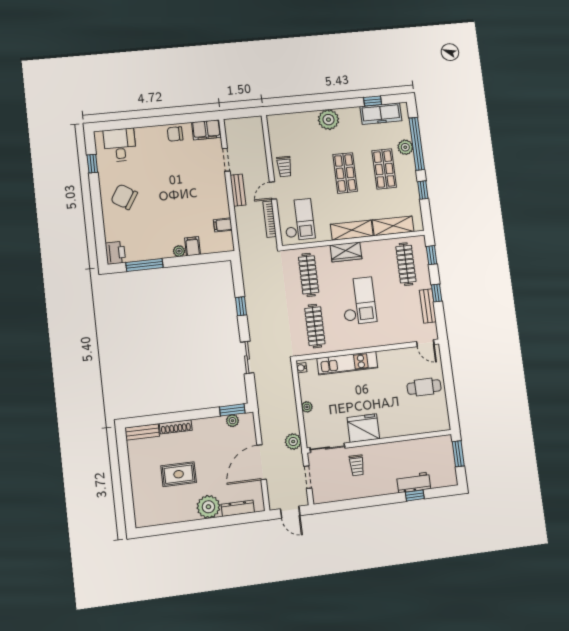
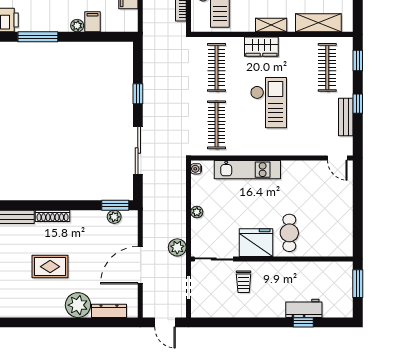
shelving: (352, 230) -> (271, 25), width x0.67, depth x0.75
sliding door: (247, 358) -> (138, 151), width x1.37
cafe table: (424, 387) -> (289, 233), moved, turned 90

